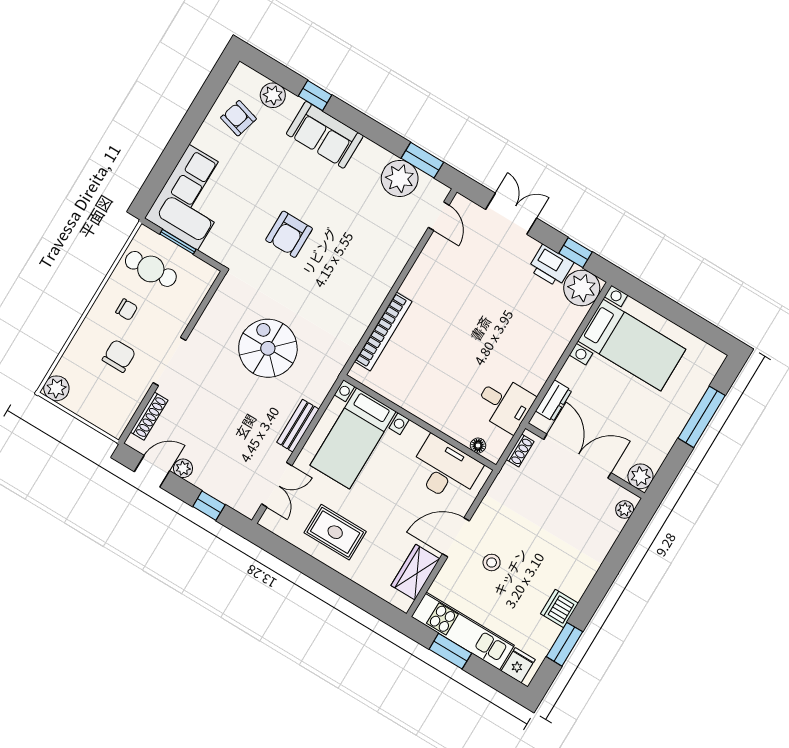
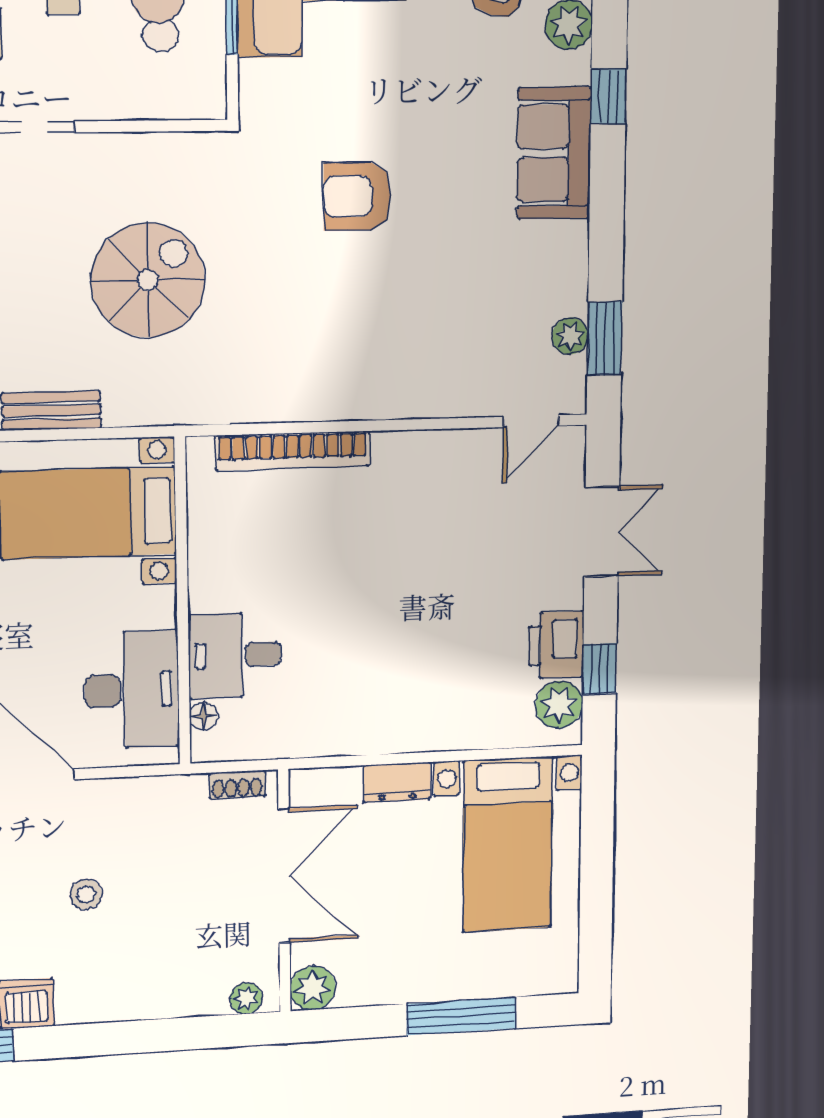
plant: (400, 178) -> (570, 336), width x0.53, depth x0.53
plant: (582, 288) -> (559, 705), width x0.73, depth x0.73
dresser: (554, 401) -> (397, 782), moved
desk: (505, 404) -> (235, 655), moved, turned 90
stool: (492, 562) -> (86, 894), moved

